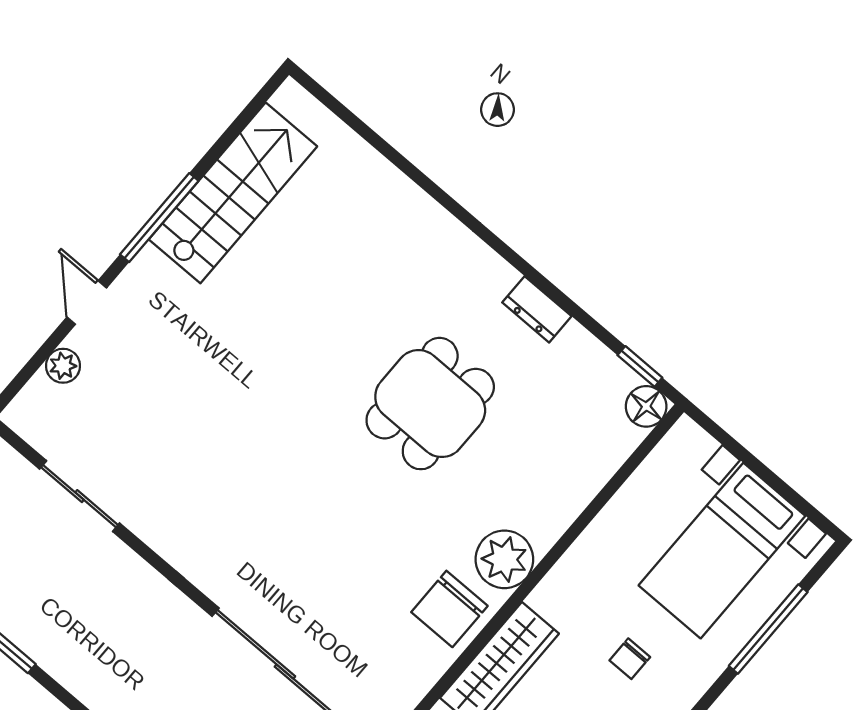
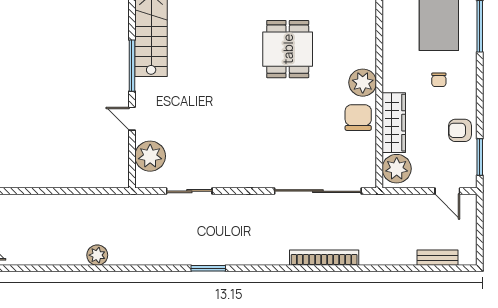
plant: (63, 366) -> (150, 156), width x1.88, depth x1.88
chair: (449, 609) -> (358, 118), turned 180

